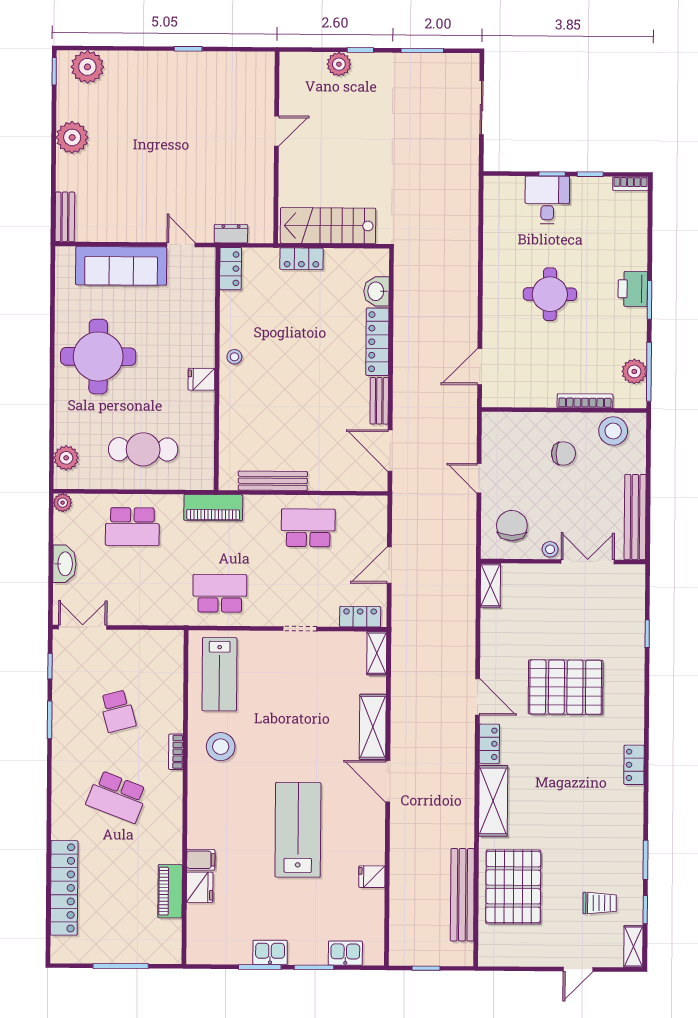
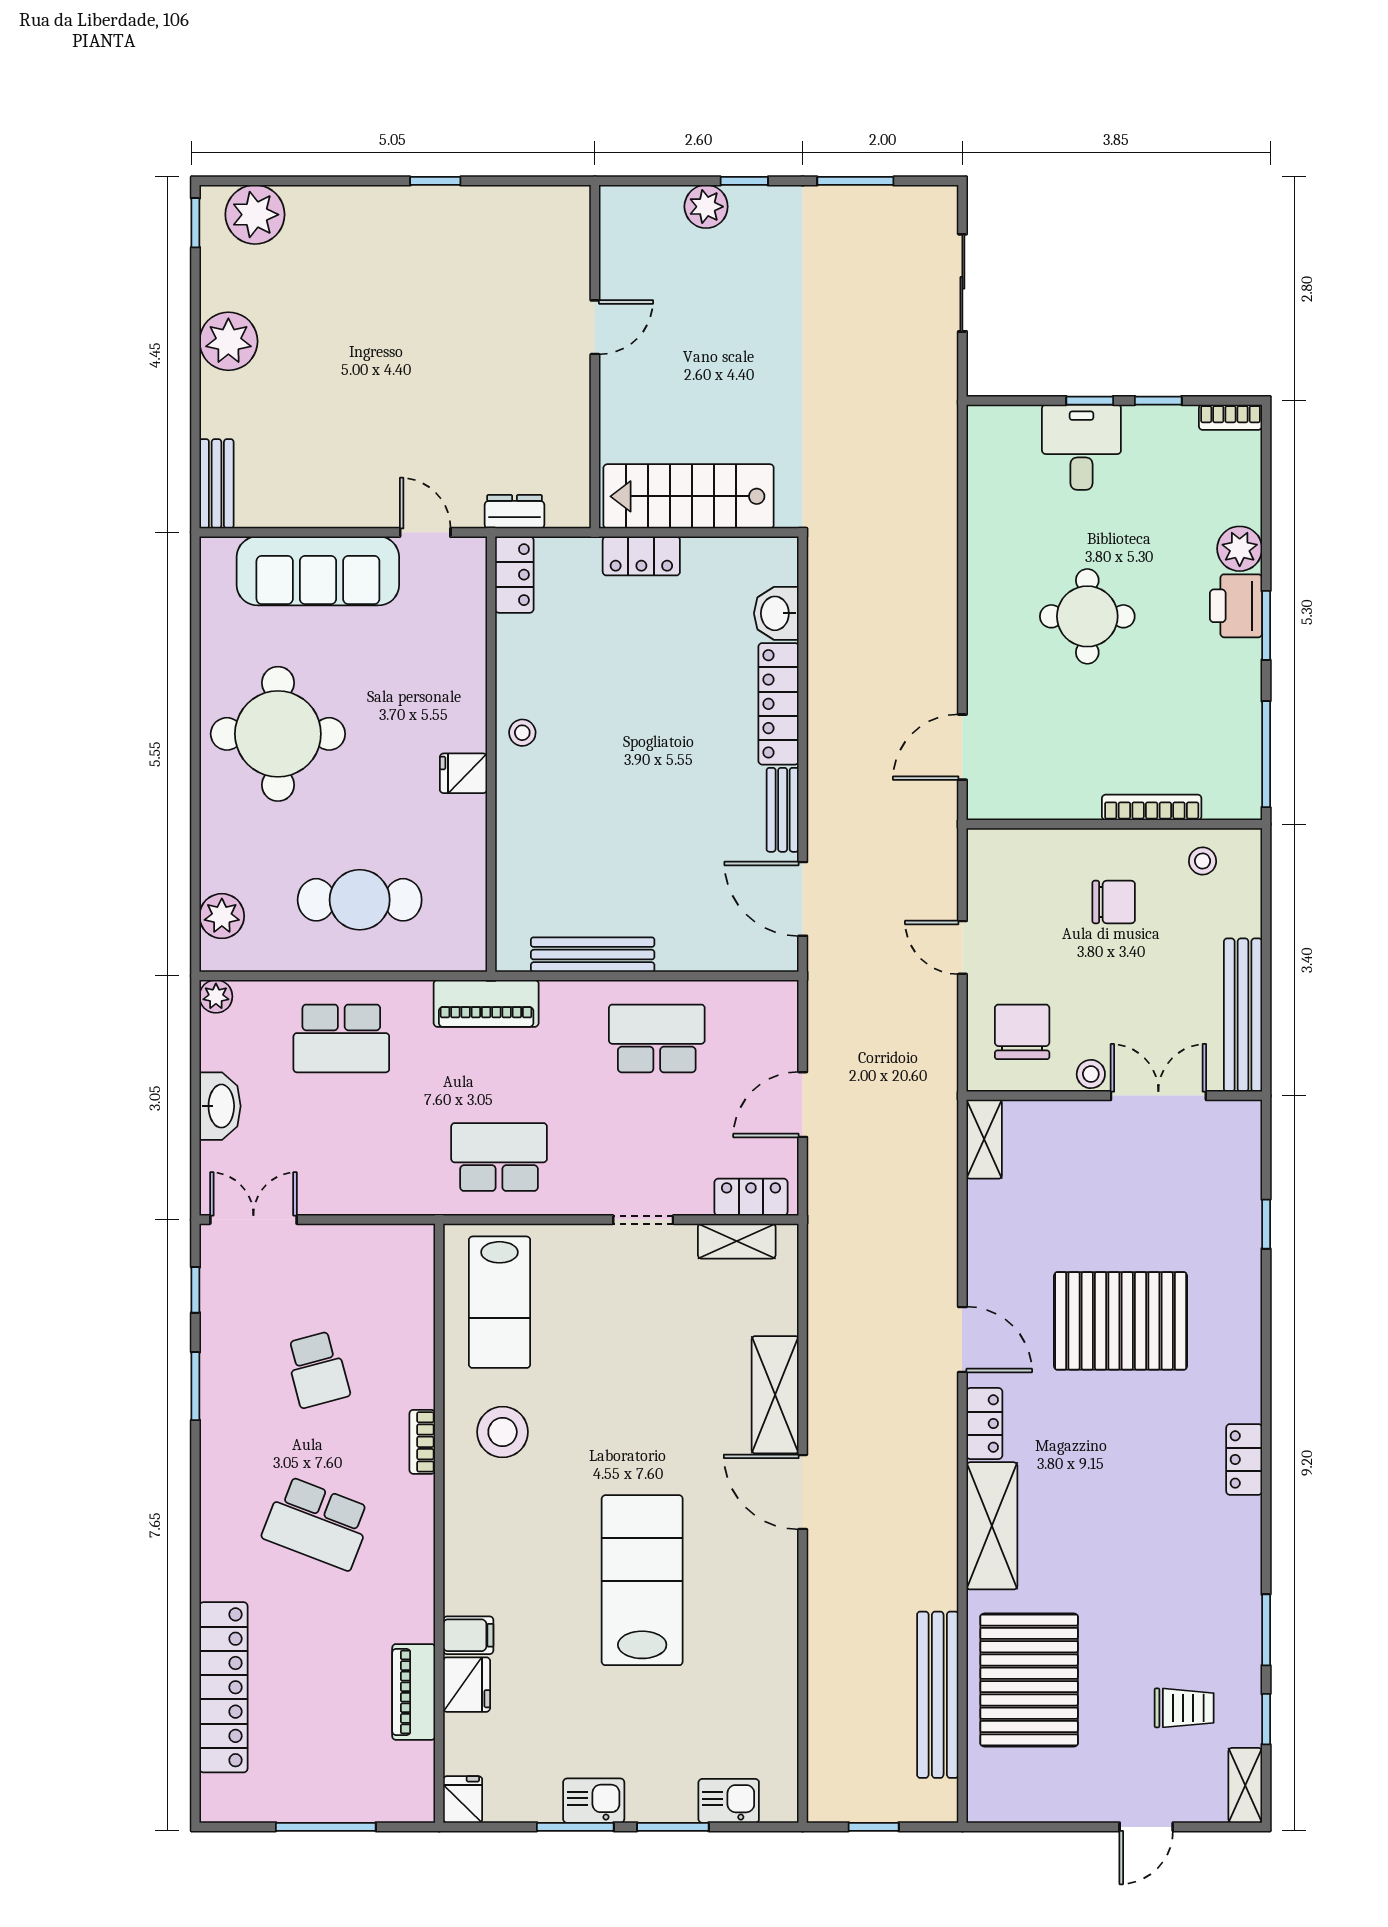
plant: (634, 371) -> (1240, 549), moved
stool: (613, 431) -> (1203, 861), width x0.53, depth x0.53
shelving: (377, 653) -> (737, 1241), moved, turned 90
fridge: (372, 877) -> (463, 1799), moved, turned 90

